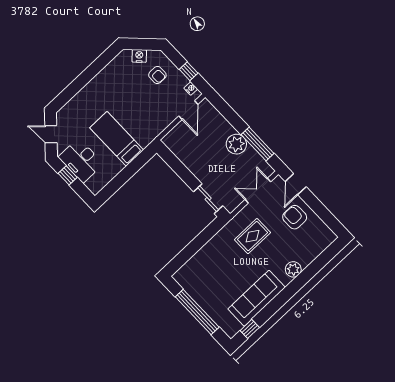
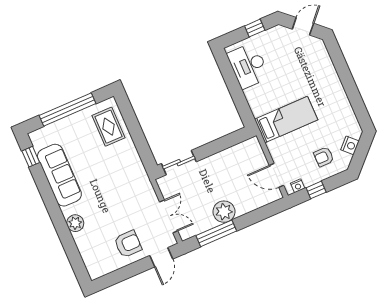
bed: (117, 139) -> (286, 120), moved
desk: (81, 160) -> (248, 66), moved, turned -90
door: (296, 184) -> (161, 257), swing flipped
rug: (253, 236) -> (108, 127), moved

